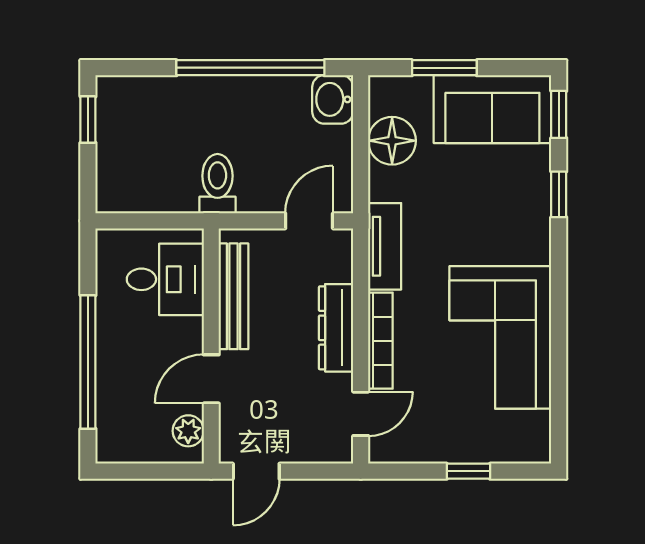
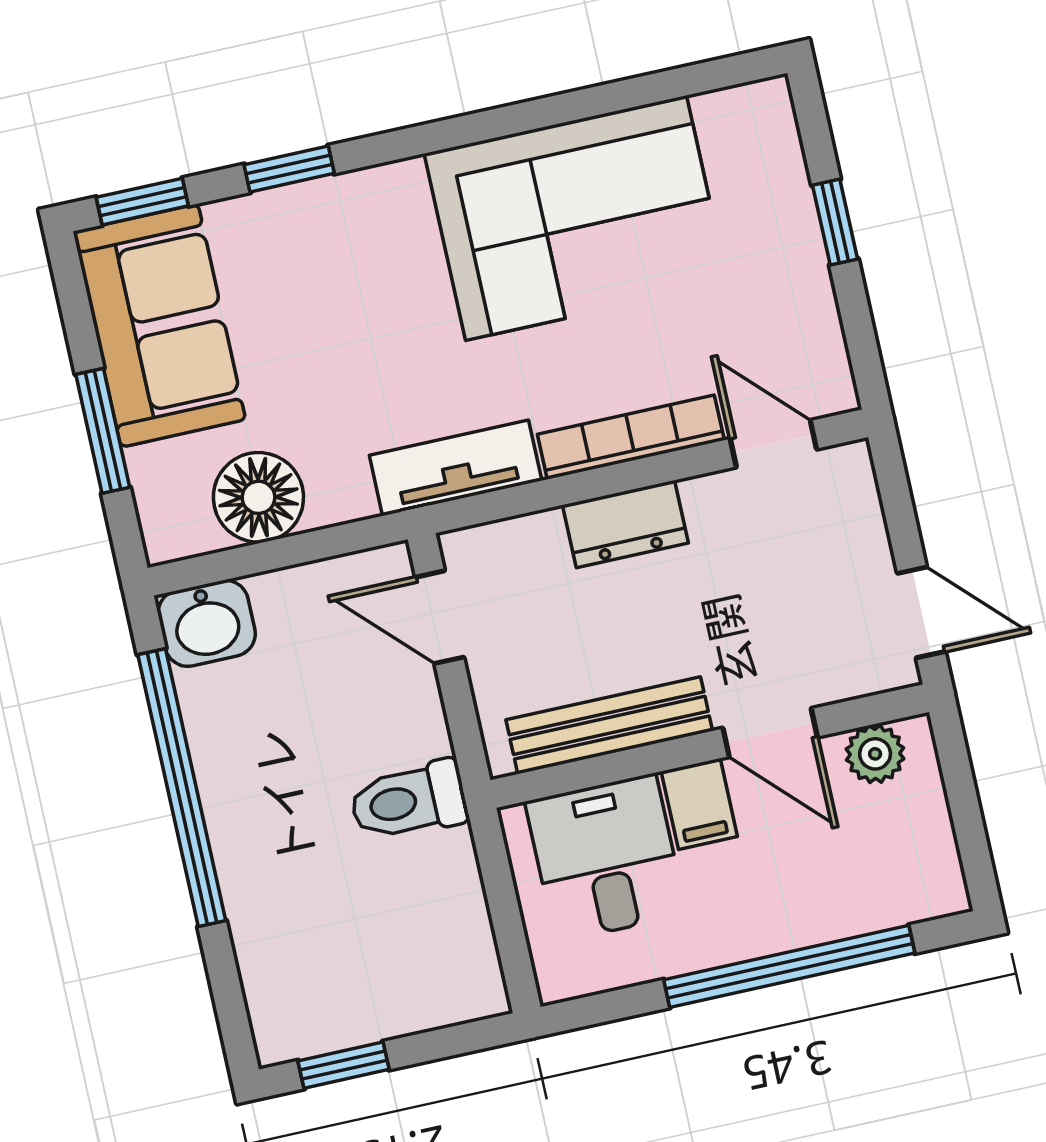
dresser: (336, 328) -> (625, 524), width x0.70
filing cabinet: (182, 334) -> (699, 804), added

